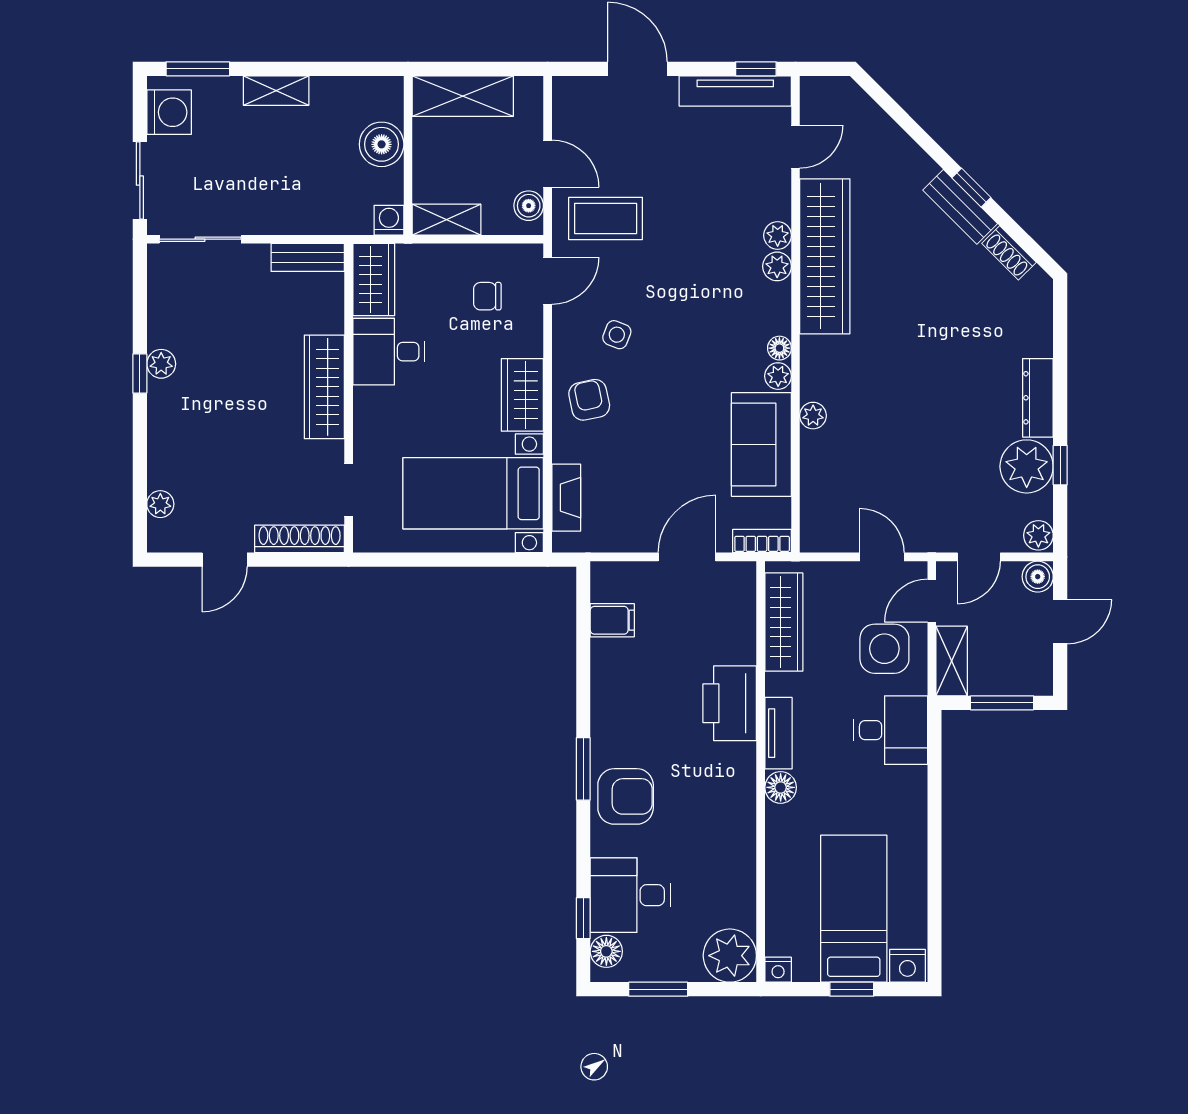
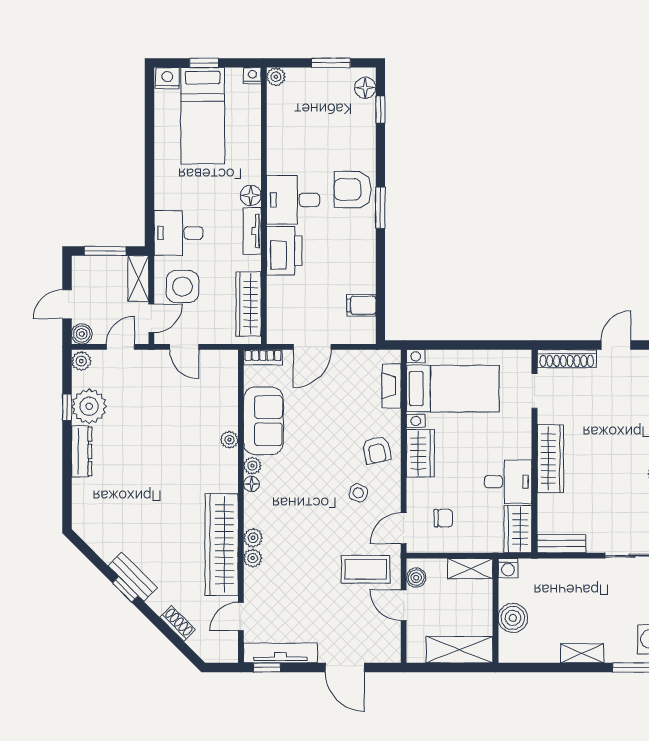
shoe rack: (1009, 253) -> (177, 623), moved
desk: (631, 895) -> (293, 200), moved, turned 180
plant: (730, 956) -> (276, 77), width x0.53, depth x0.53

